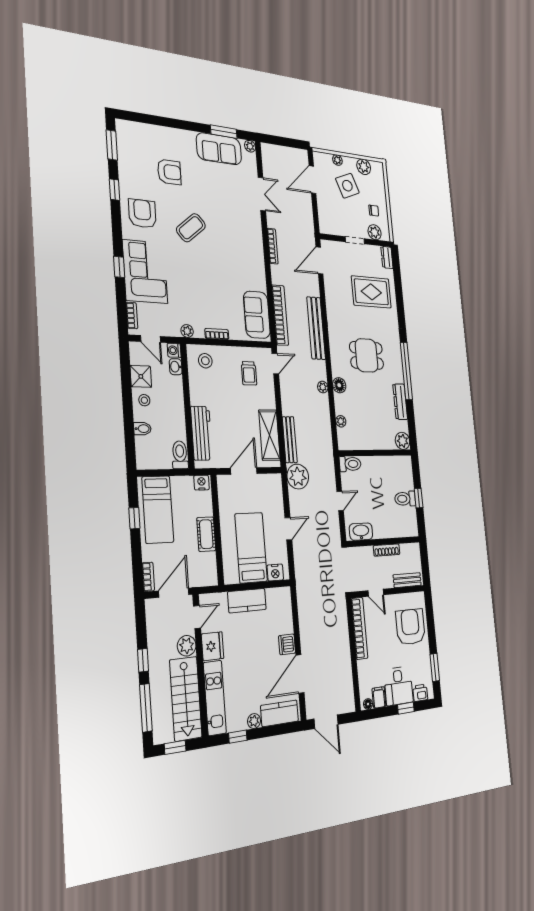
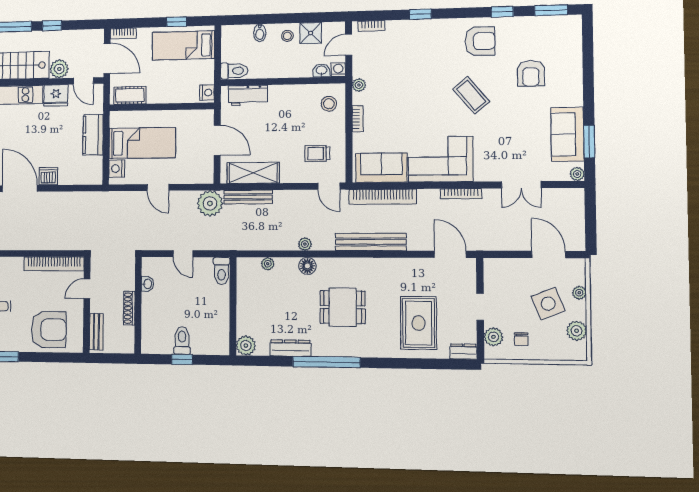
corner sofa: (145, 272) -> (441, 159), moved, turned 180
dining table: (367, 355) -> (343, 307), turned 90
workbench: (202, 433) -> (248, 95), width x0.73
washbasin: (361, 532) -> (147, 284), width x0.52, depth x0.69
cot: (206, 534) -> (130, 95), moved

